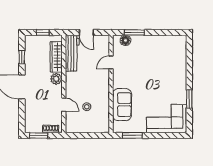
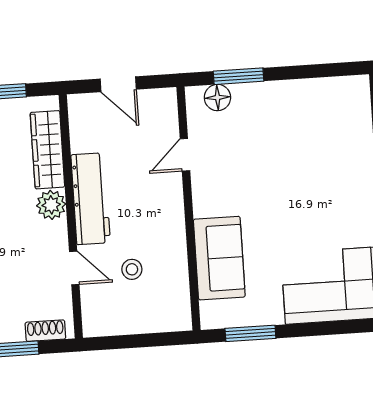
workbench: (72, 53) -> (91, 199), moved

